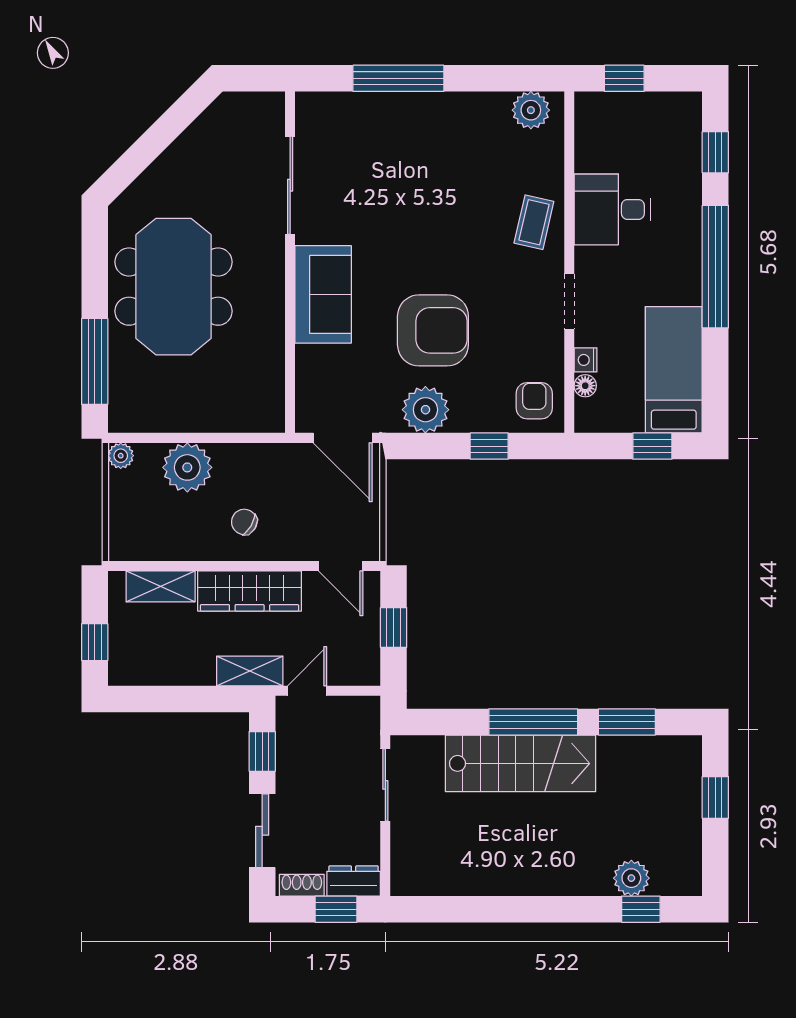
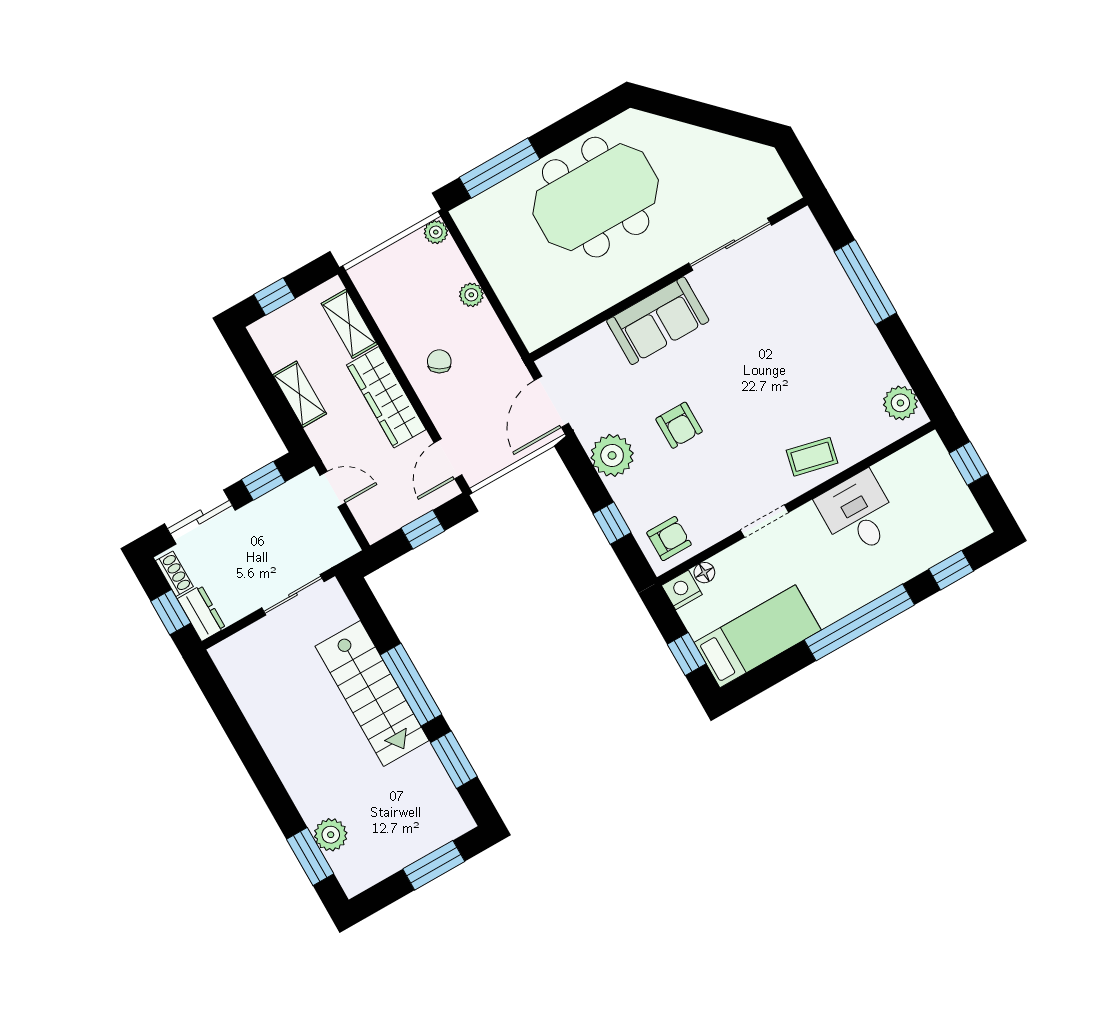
armchair: (433, 330) -> (679, 425), width x0.53, depth x0.53
nightstand: (586, 360) -> (682, 590), moved, width x1.39, depth x1.35
plant: (187, 467) -> (471, 295), width x0.53, depth x0.53
shelving: (250, 671) -> (300, 394), moved
window: (715, 797) -> (434, 865), width x1.50
window: (641, 909) -> (310, 856), width x1.50

